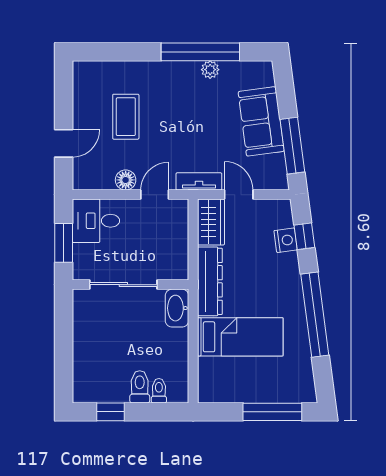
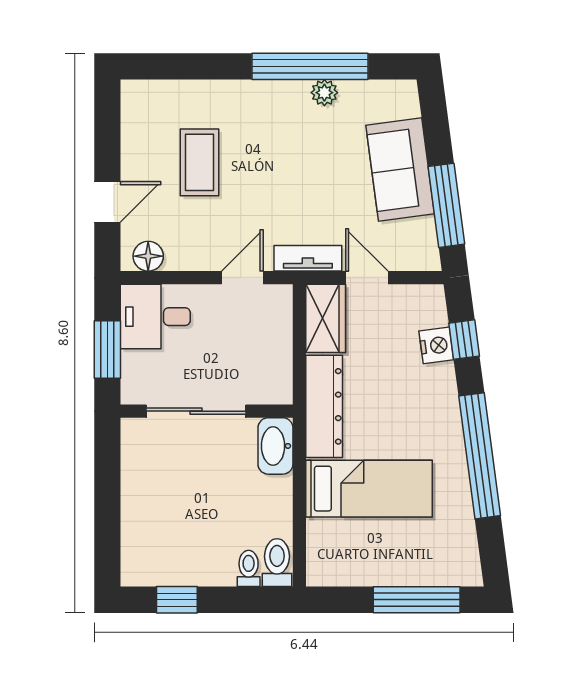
floor lamp: (126, 180) -> (148, 256), moved
toilet: (140, 387) -> (277, 563), moved

